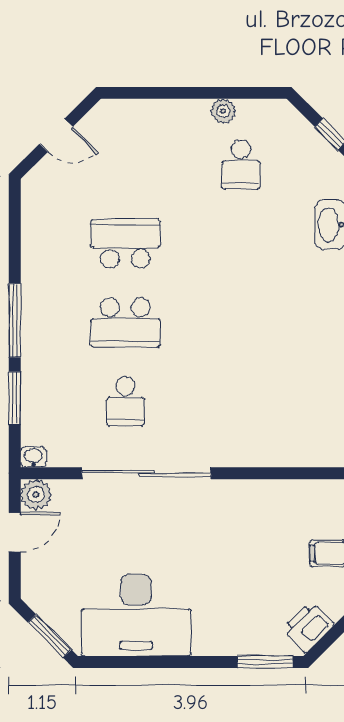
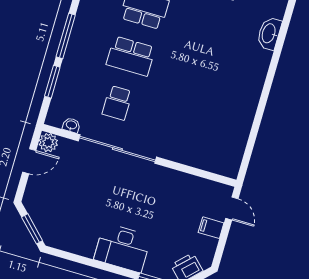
washbasin: (33, 457) -> (71, 125), moved
desk: (136, 615) -> (123, 248), moved, width x0.73, depth x0.77

